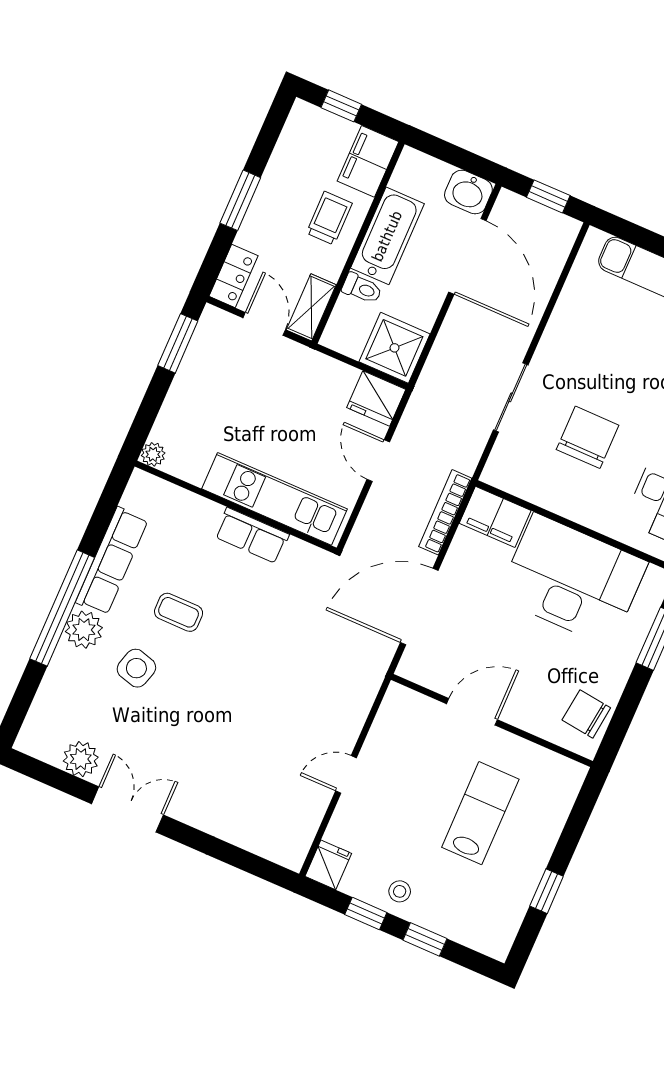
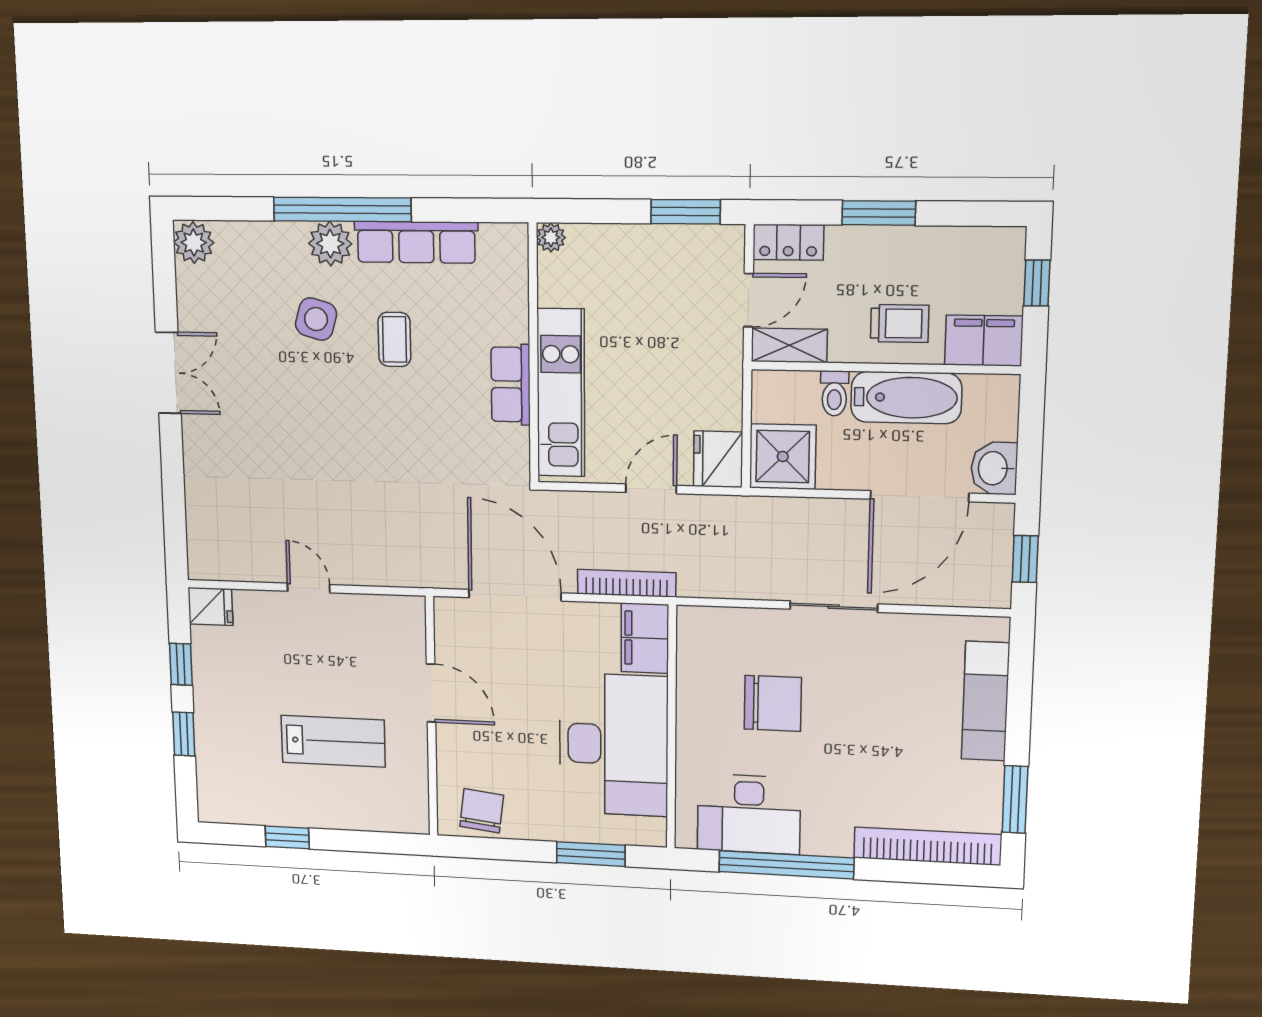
sliding door: (511, 397) -> (834, 607), moved
plant: (81, 759) -> (194, 243), moved
stool: (400, 891) -> (218, 690), removed

